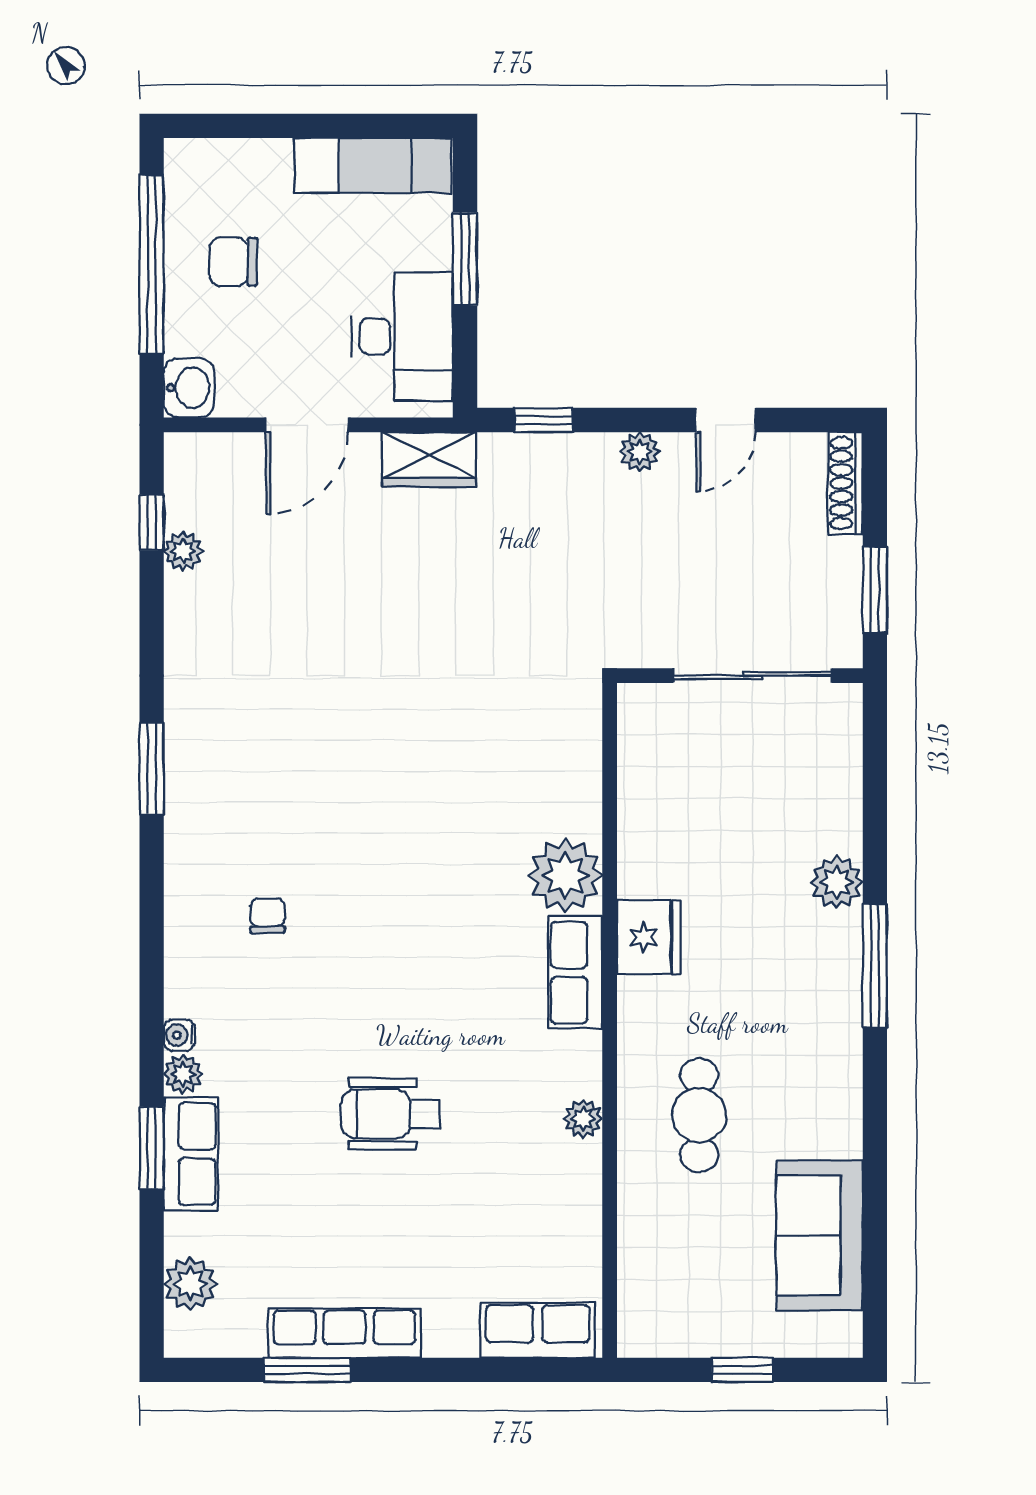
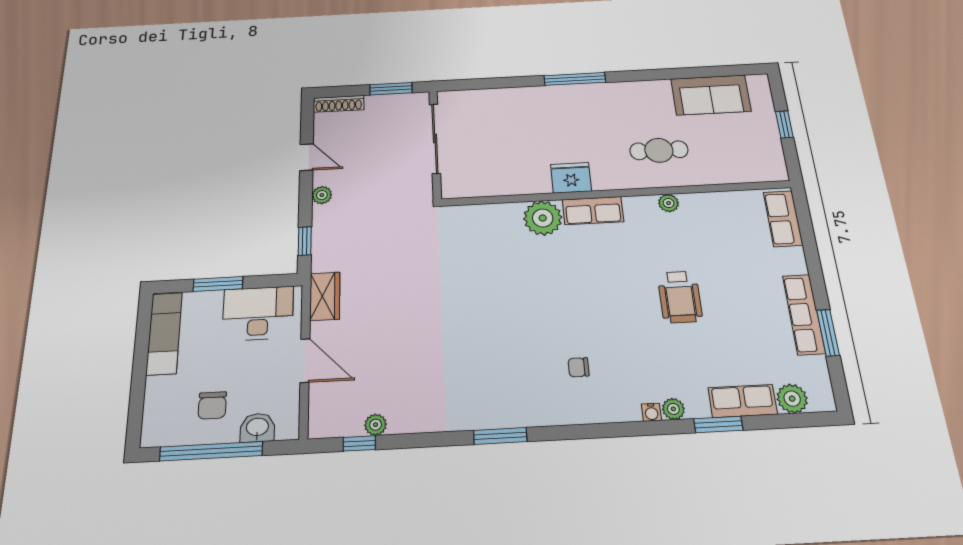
washbasin: (189, 388) -> (257, 428), moved
plant: (837, 882) -> (535, 97), removed
row of seats: (191, 1154) -> (743, 401), moved

